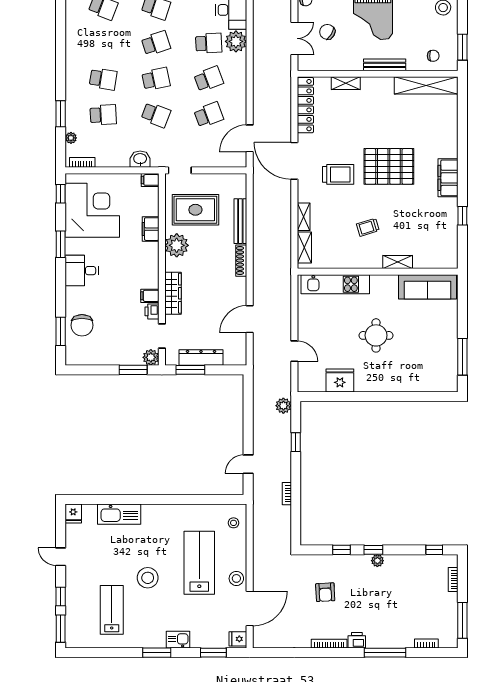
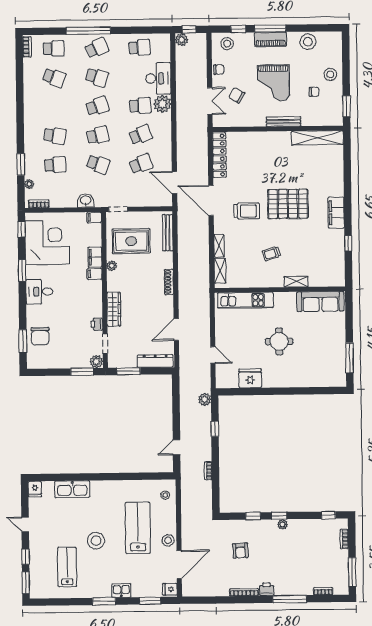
chair: (433, 56) -> (314, 92), moved
shelving: (346, 83) -> (252, 137), removed
door: (250, 138) -> (174, 183), hinge flipped
bench: (240, 221) -> (168, 233), moved
plant: (177, 245) -> (112, 266), width x0.53, depth x0.53
filing cabinet: (150, 296) -> (95, 274), moved
dresser: (201, 358) -> (155, 361), moved

